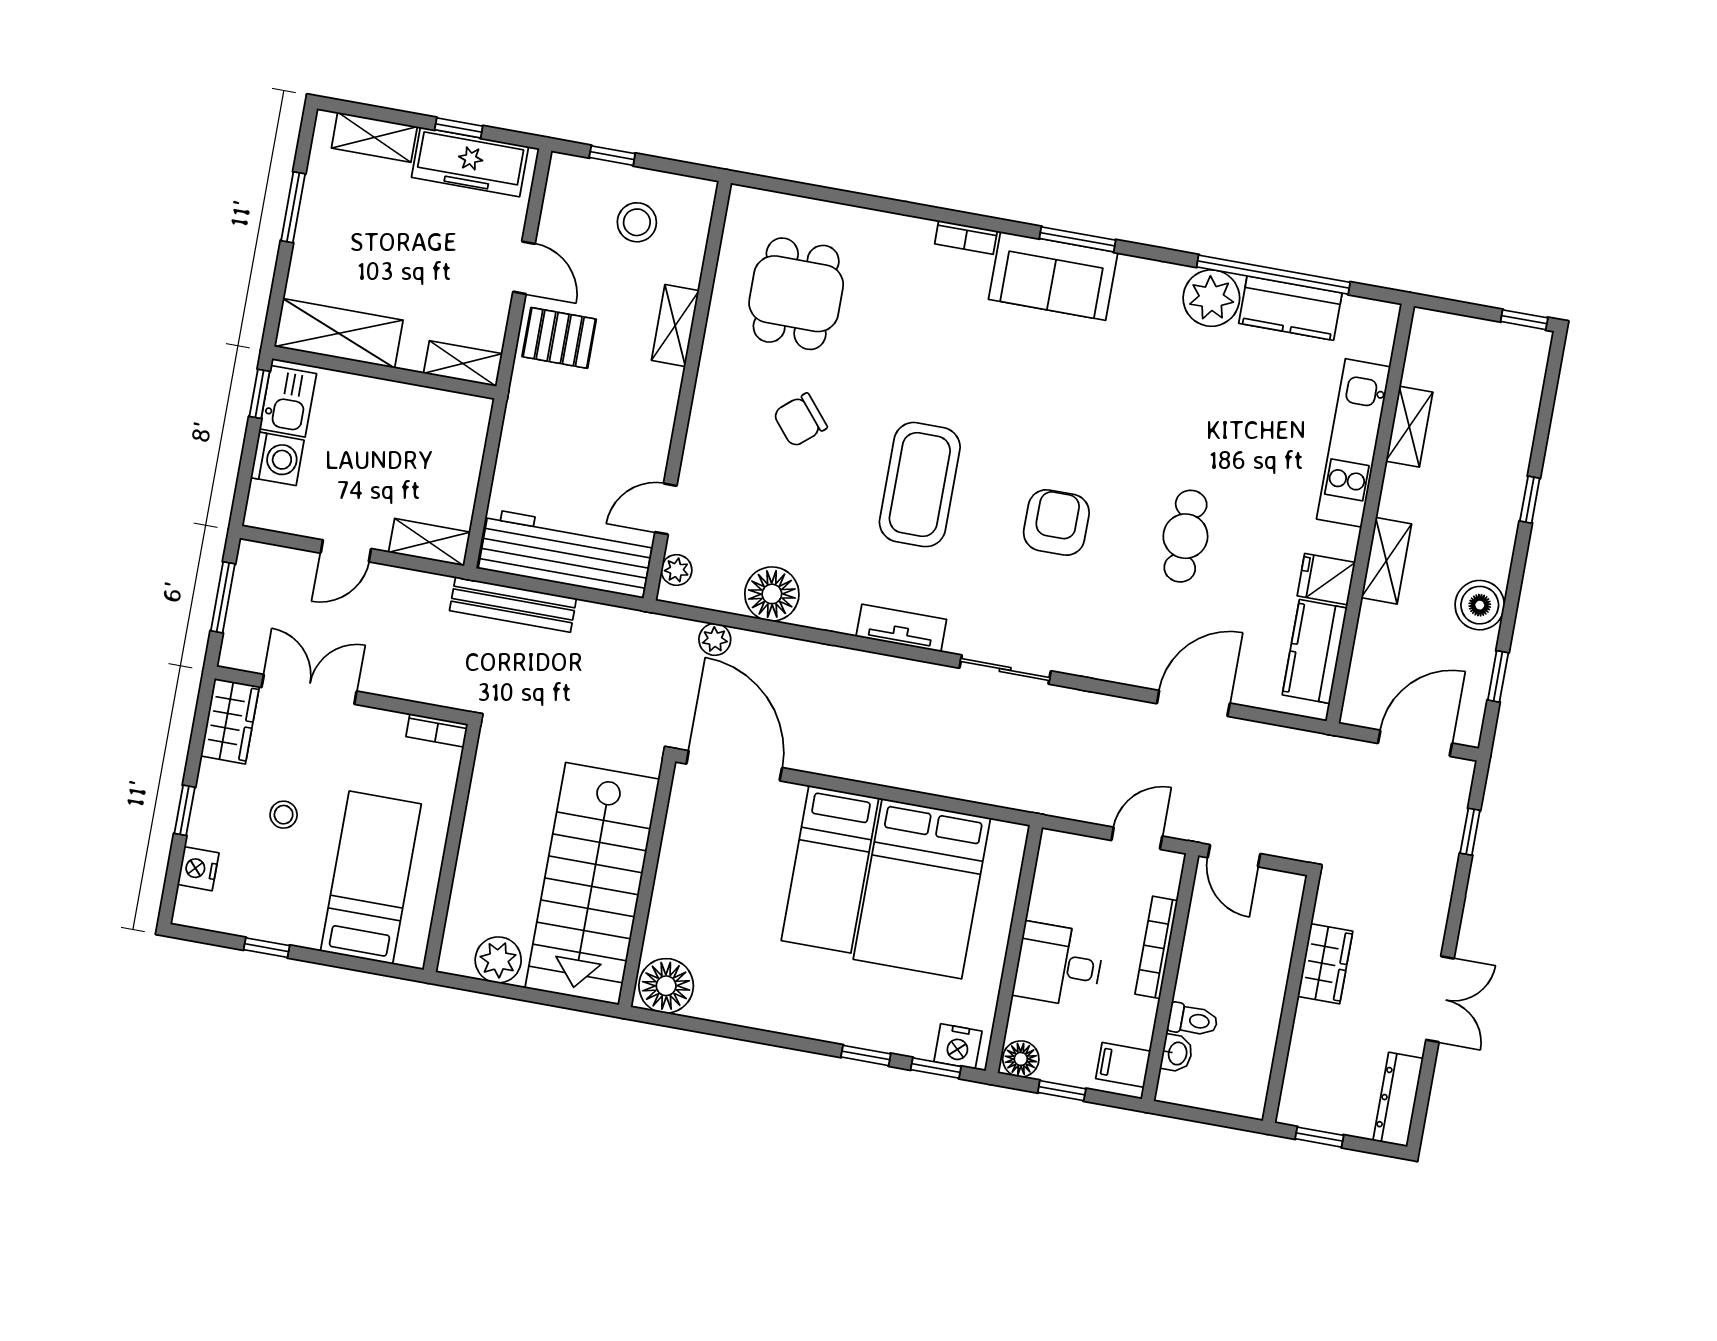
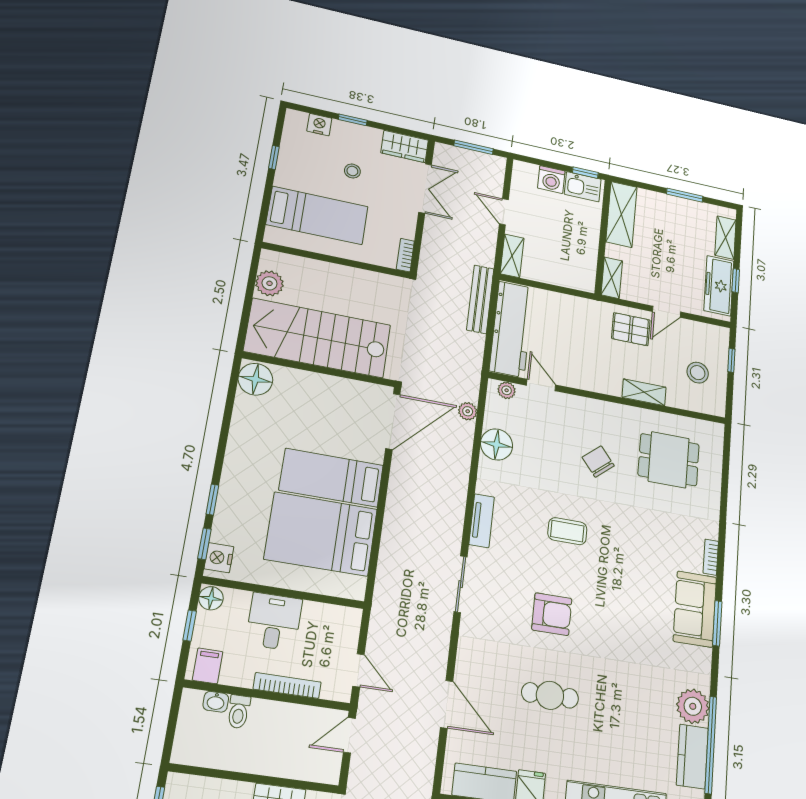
pallet: (559, 338) -> (631, 329), turned 90
coffee table: (920, 485) -> (567, 531), width x0.54, depth x0.58

